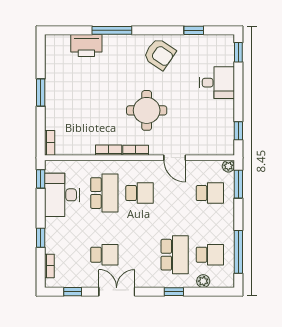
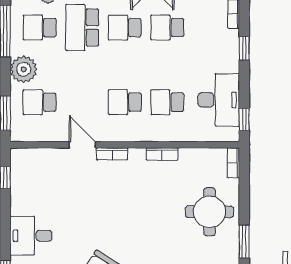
window: (41, 93) -> (244, 242), moved
round table: (147, 110) -> (209, 212), moved
bookcase: (136, 150) -> (112, 154), moved
plant: (228, 166) -> (24, 69), moved, width x1.88, depth x1.88
school desk: (104, 193) -> (167, 102), width x0.54
school desk: (140, 255) -> (125, 28), added

